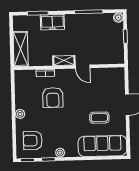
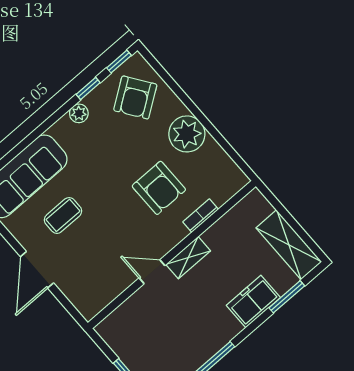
shelving: (21, 49) -> (289, 245), moved
armchair: (53, 97) -> (159, 188), turned 180
plant: (20, 114) -> (187, 134), width x1.87, depth x1.87
armchair: (33, 141) -> (135, 97), turned 145

